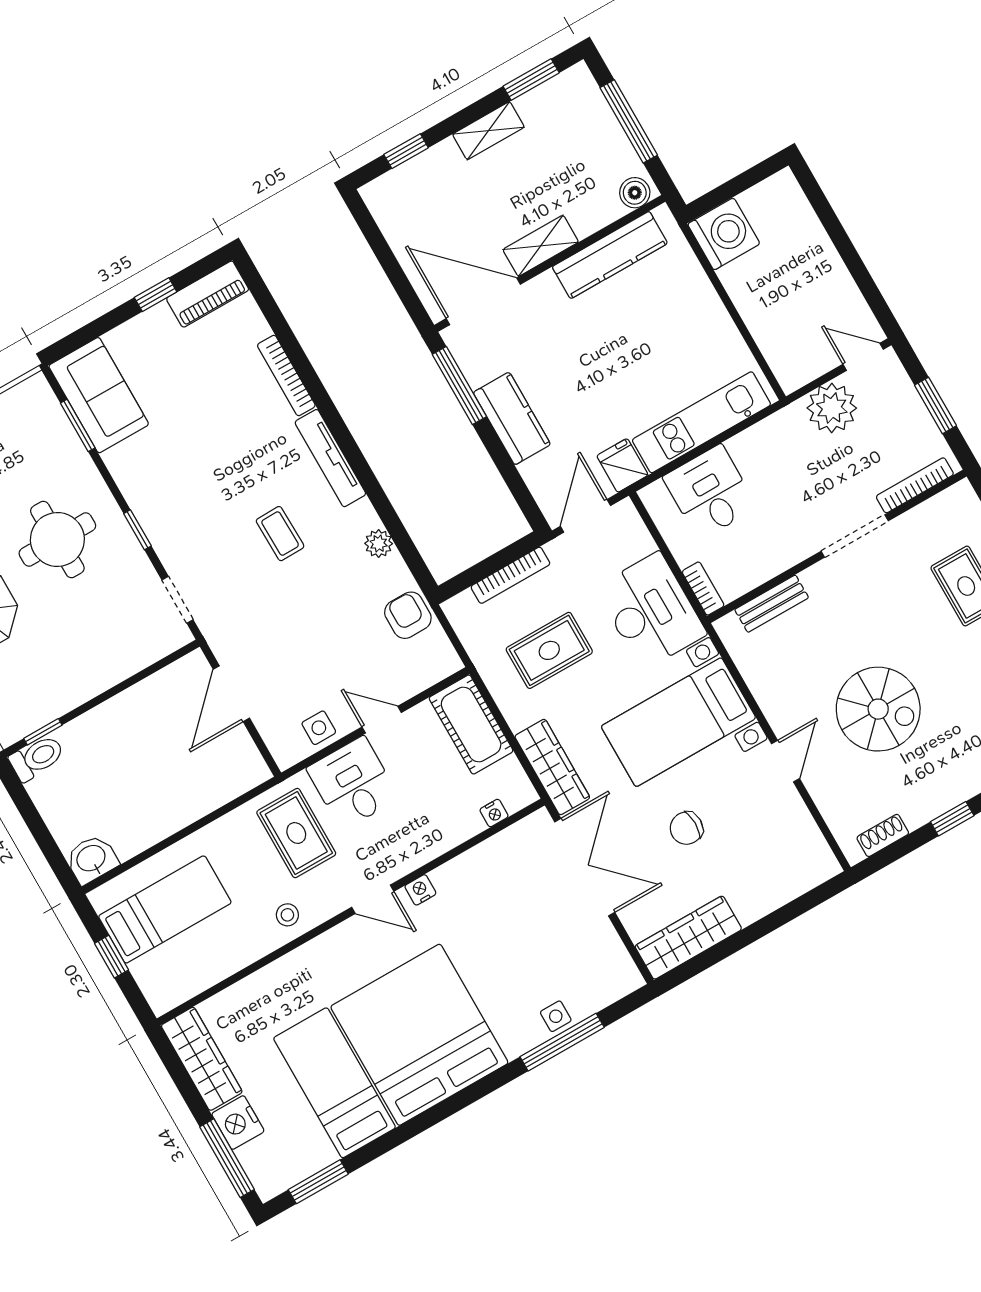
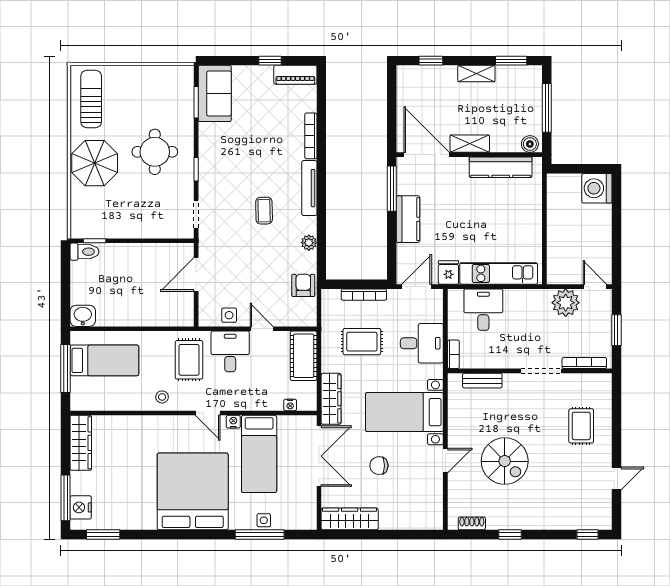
washing machine: (724, 234) -> (597, 188), moved, turned 180
desk: (651, 611) -> (422, 343), width x0.73
window: (112, 957) -> (66, 368), width x2.17
bed: (335, 1083) -> (259, 454), moved, turned 180
nightstand: (238, 1123) -> (81, 507), moved

